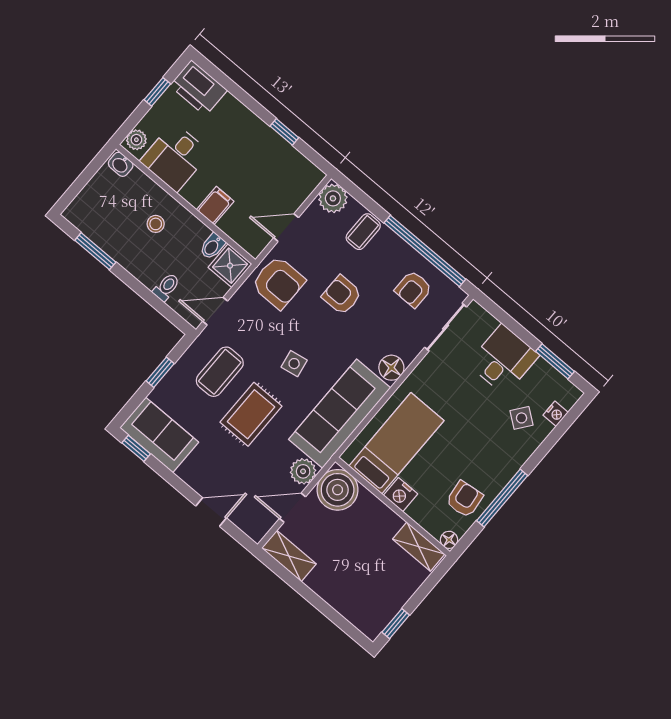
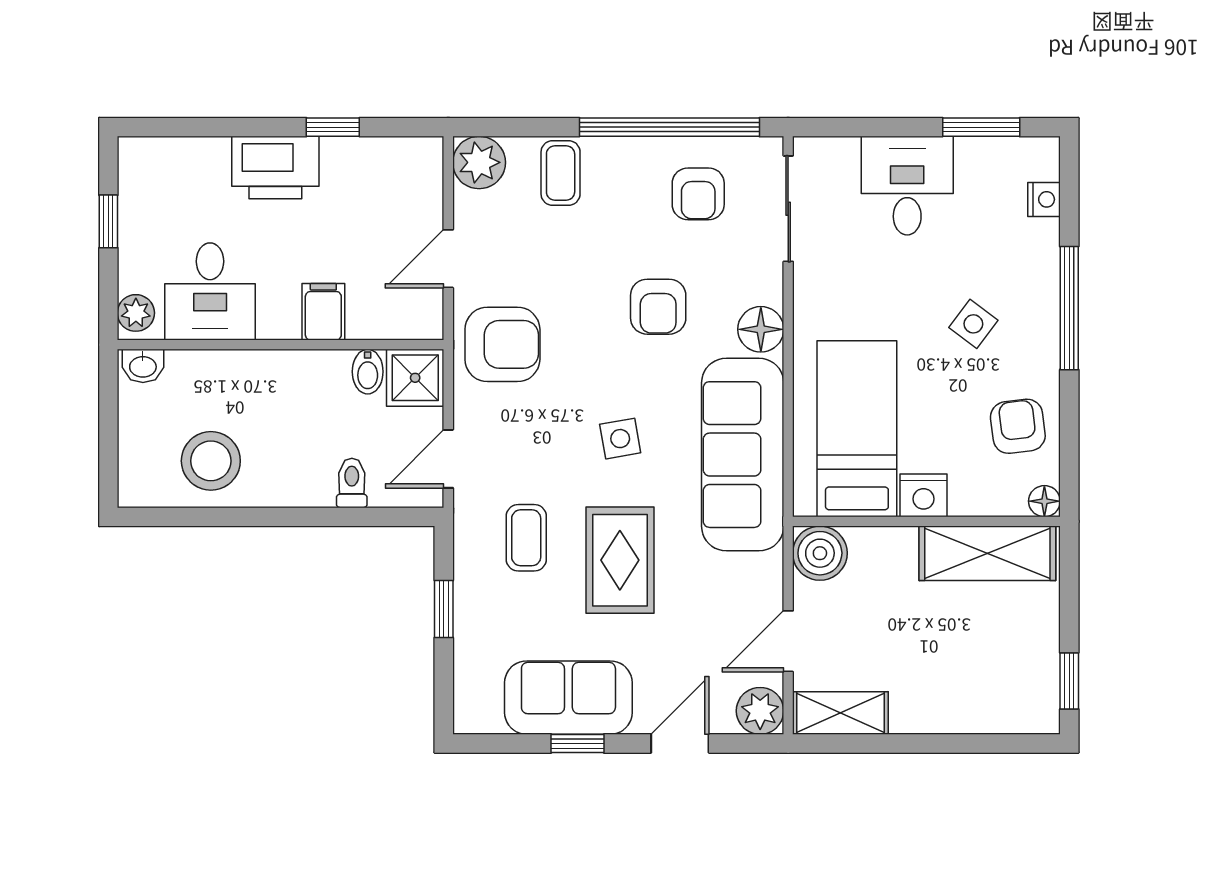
printer: (198, 88) -> (275, 168), moved
stool: (156, 224) -> (211, 461), moved, width x1.89, depth x1.89
window: (95, 251) -> (210, 517), removed
armchair: (342, 295) -> (658, 307), moved, turned -90
coffee table: (220, 372) -> (526, 538), width x0.73, depth x0.77
side table: (522, 418) -> (973, 324), moved
sofa: (159, 435) -> (568, 698), moved
window: (136, 448) -> (577, 744), moved
plant: (303, 471) -> (760, 711), moved
boiler: (338, 490) -> (820, 553), width x0.73, depth x0.73
window: (502, 498) -> (1069, 308), moved
shelving: (419, 547) -> (987, 553), width x1.50, depth x1.33

